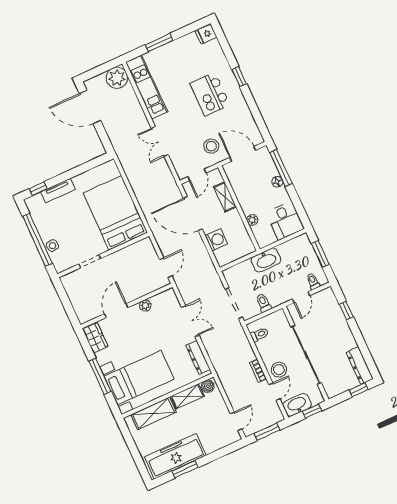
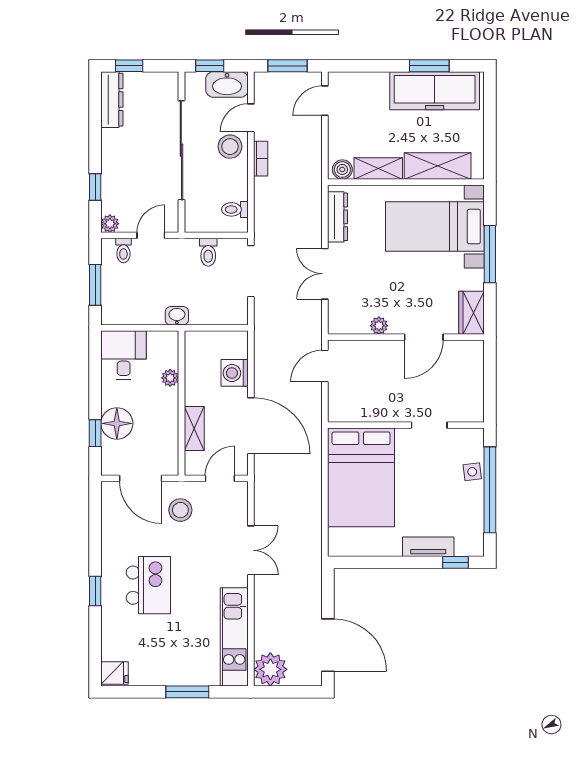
window: (281, 168) -> (95, 433), width x0.46
floor lamp: (277, 182) -> (117, 423), width x1.89, depth x1.89
washbasin: (266, 260) -> (177, 316), width x0.52, depth x0.69
plant: (328, 293) -> (110, 224), added

